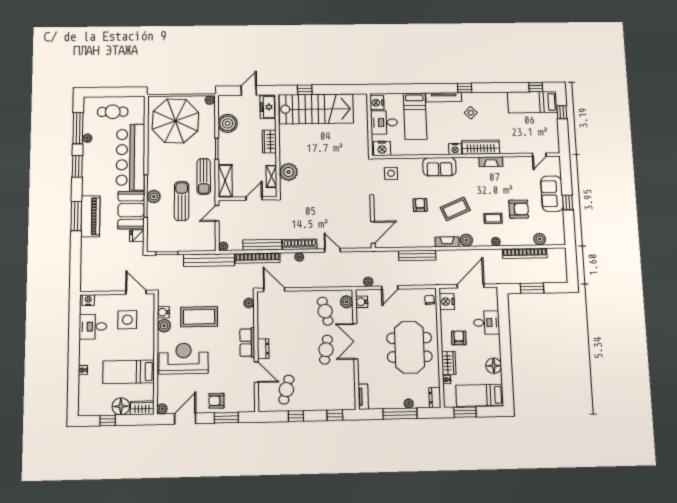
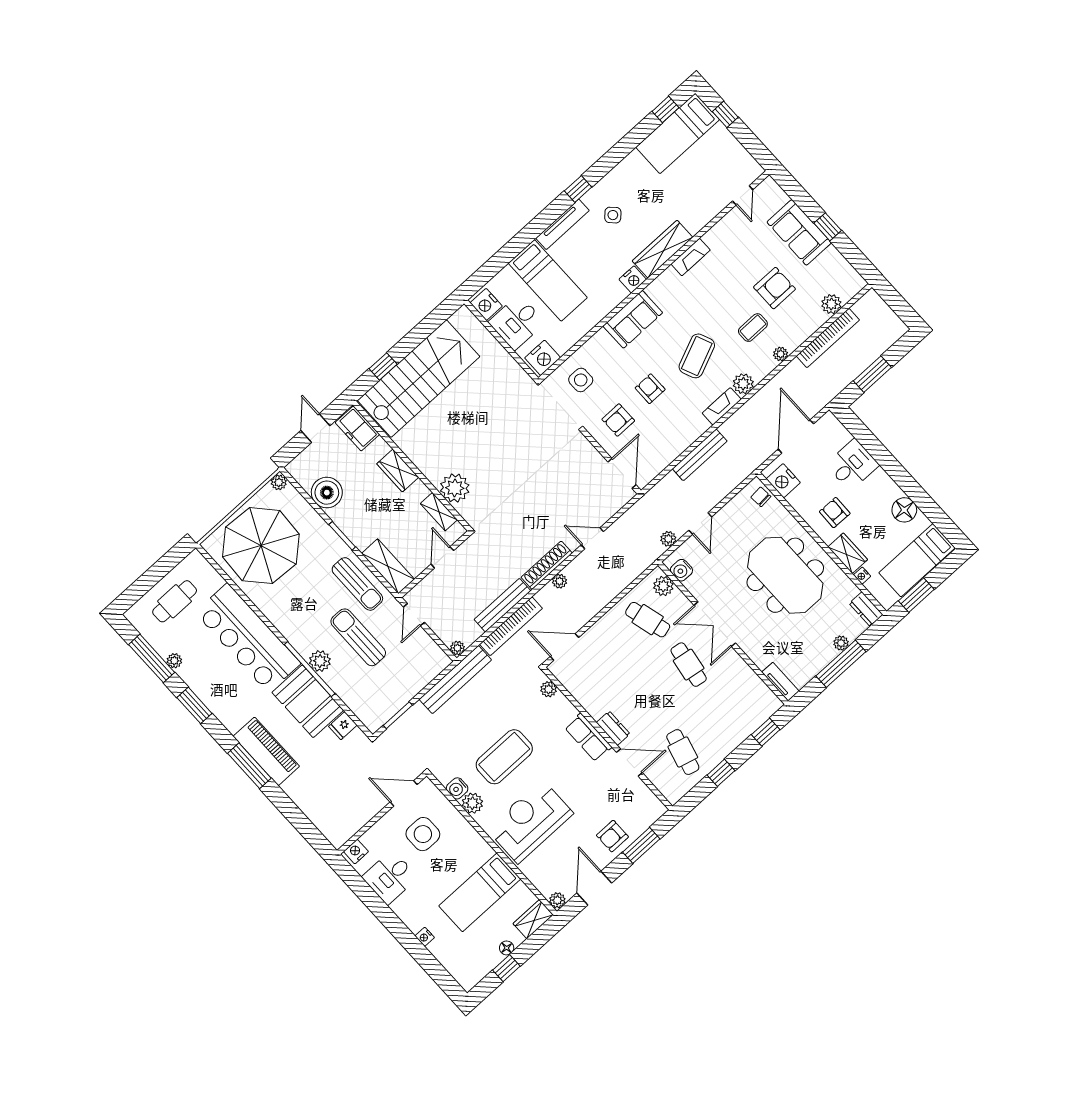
armchair: (393, 206) -> (618, 420), added
floor lamp: (121, 406) -> (507, 948), width x0.53, depth x0.53

